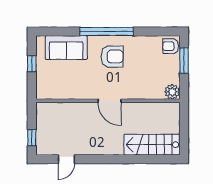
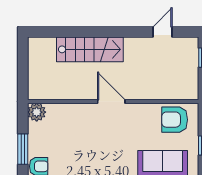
armchair: (112, 57) -> (175, 120), moved
stairs: (152, 145) -> (90, 49), moved

